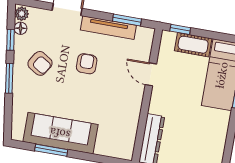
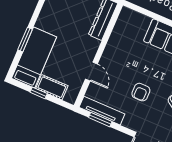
tv unit: (108, 28) -> (102, 111), moved
window: (180, 29) -> (39, 93), moved

